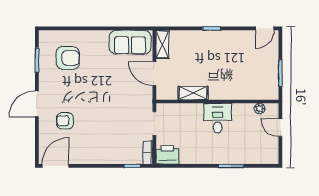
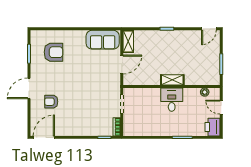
door: (154, 74) -> (122, 64), swing flipped
shelving: (193, 93) -> (172, 80), moved
printer: (167, 155) -> (212, 127), moved, turned -90

